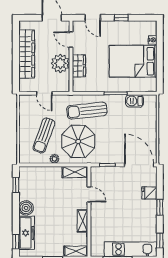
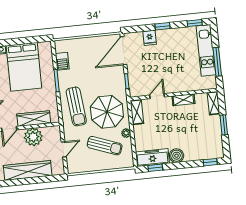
wardrobe: (79, 66) -> (34, 119), width x1.50
freezer: (27, 233) -> (152, 158), moved

